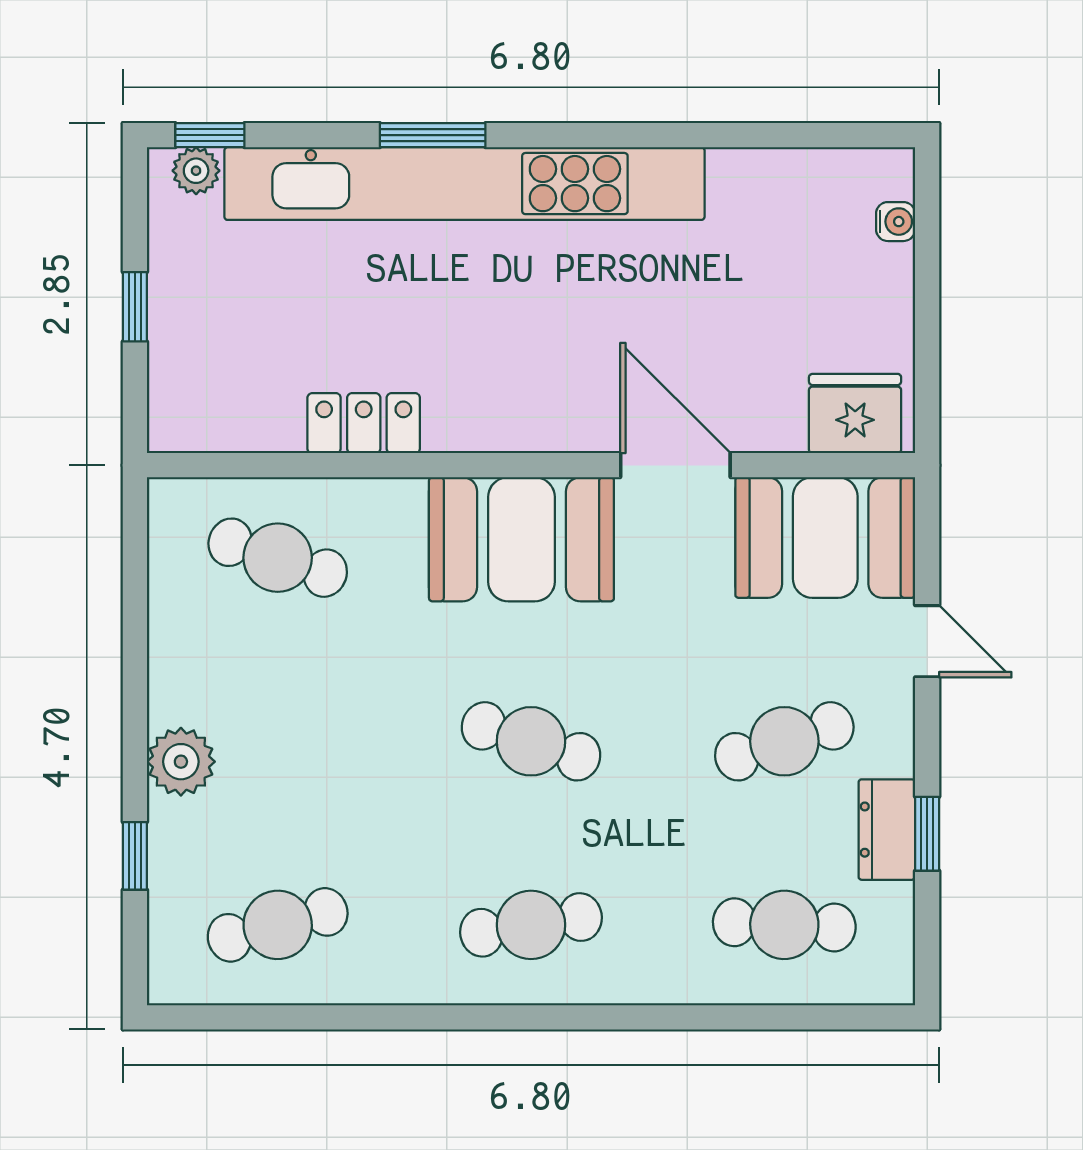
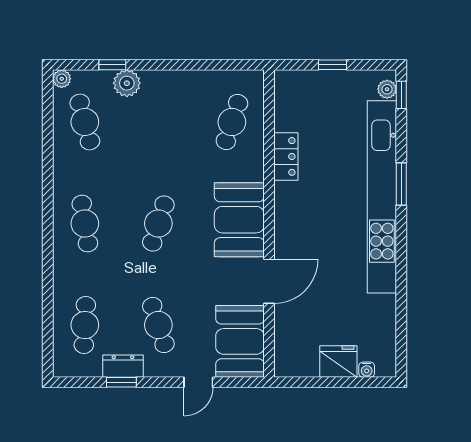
fridge: (855, 414) -> (338, 362), moved, turned -90
plant: (181, 762) -> (127, 83), moved
plant: (170, 983) -> (62, 79), added

